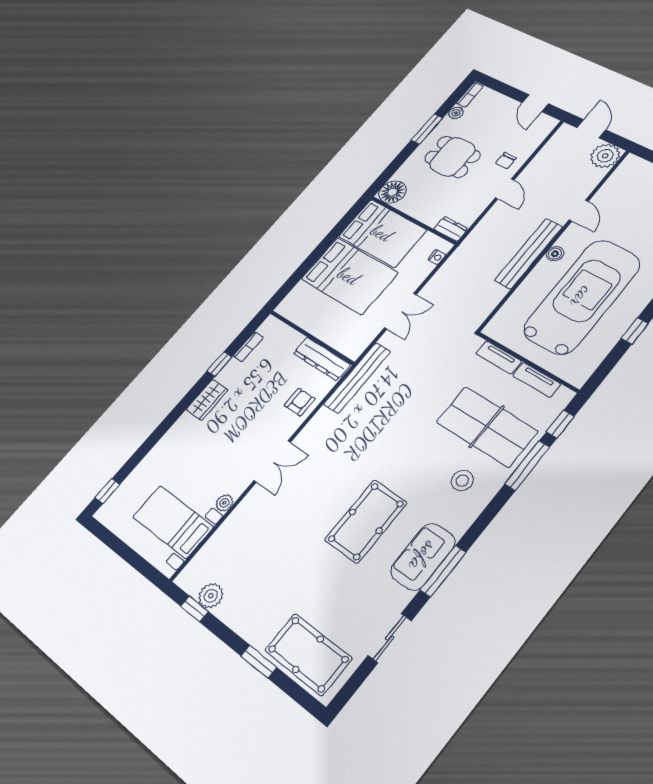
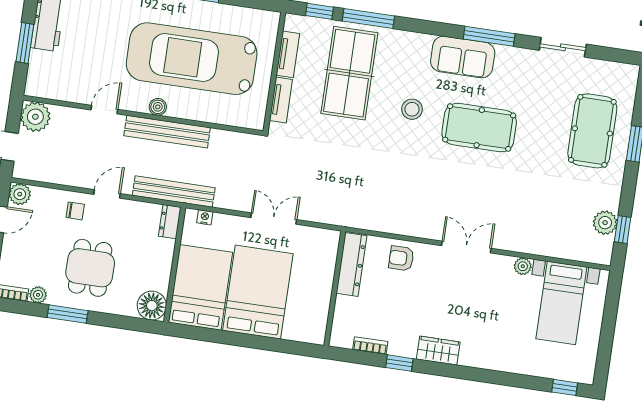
plant: (546, 124) -> (20, 194), added
bench: (357, 378) -> (174, 192), moved
stool: (462, 481) -> (412, 109), moved
sofa: (423, 557) -> (463, 57), moved
pool table: (308, 654) -> (592, 131), moved

